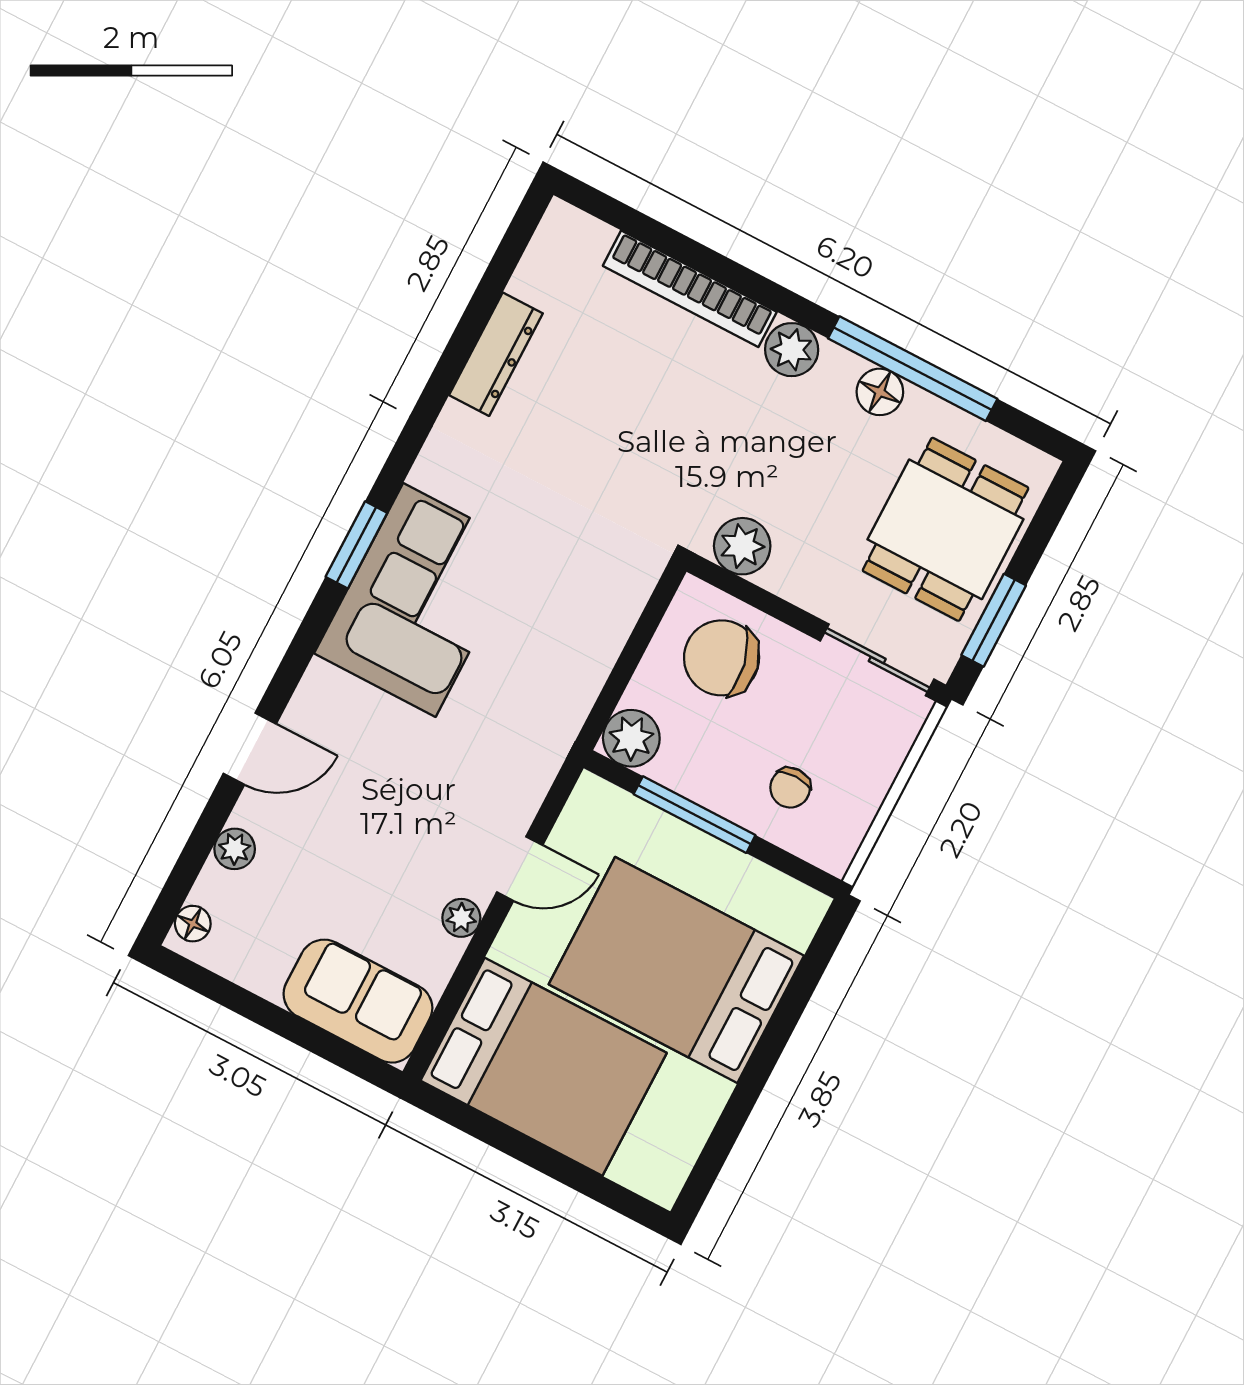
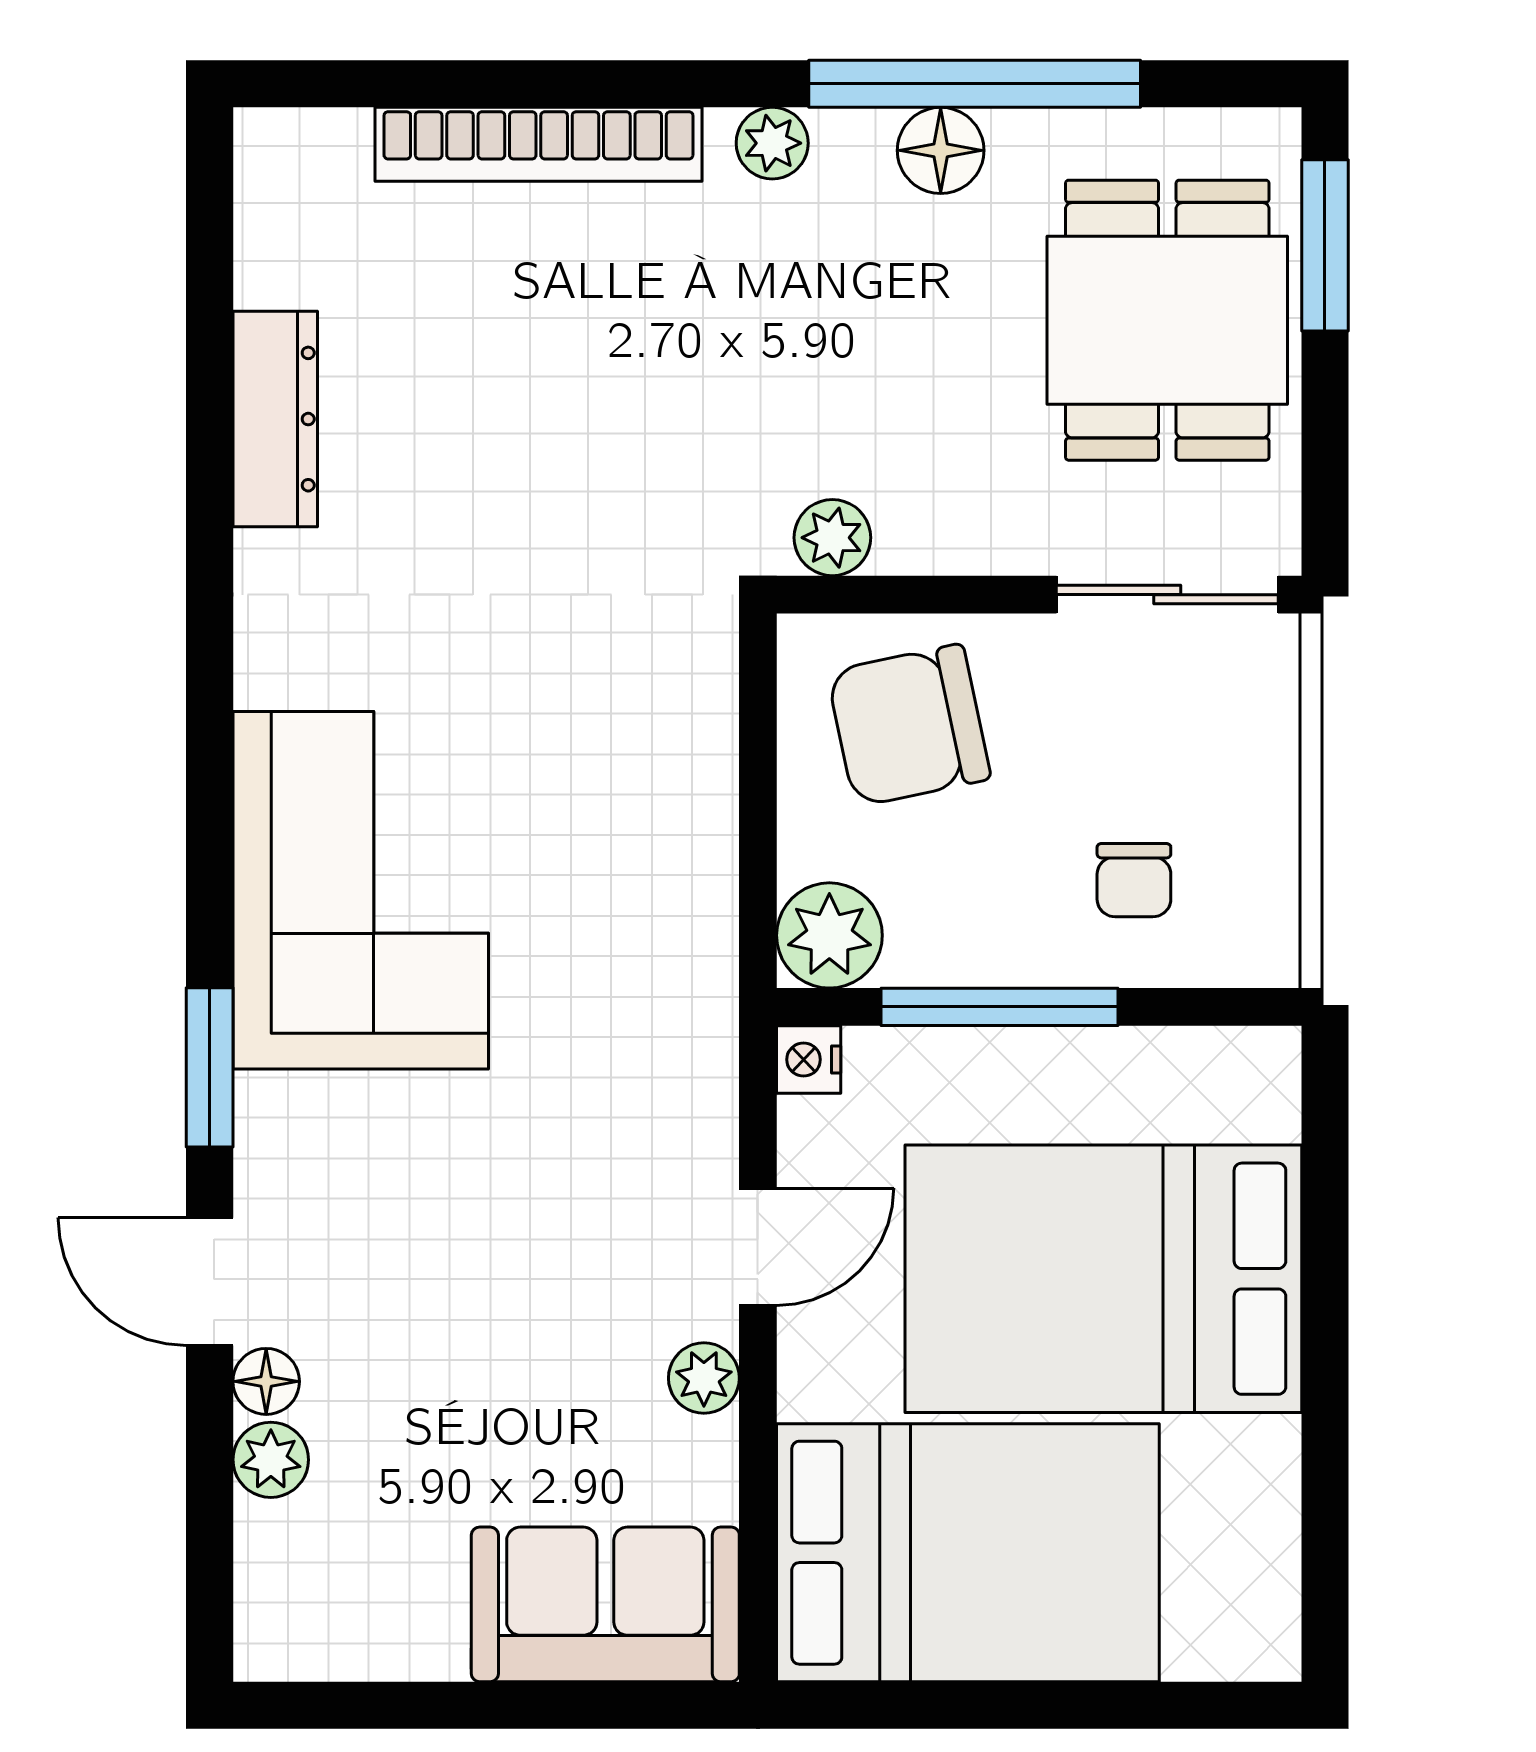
plant: (792, 350) -> (772, 143), width x0.73, depth x0.73
window: (356, 545) -> (210, 1067), moved
plant: (742, 546) -> (832, 538), width x0.73, depth x0.73
window: (994, 620) -> (1325, 245), moved
door: (250, 749) -> (210, 1282), swing flipped
nightstand: (591, 792) -> (809, 1060), added
floor lamp: (193, 924) -> (266, 1381), moved

